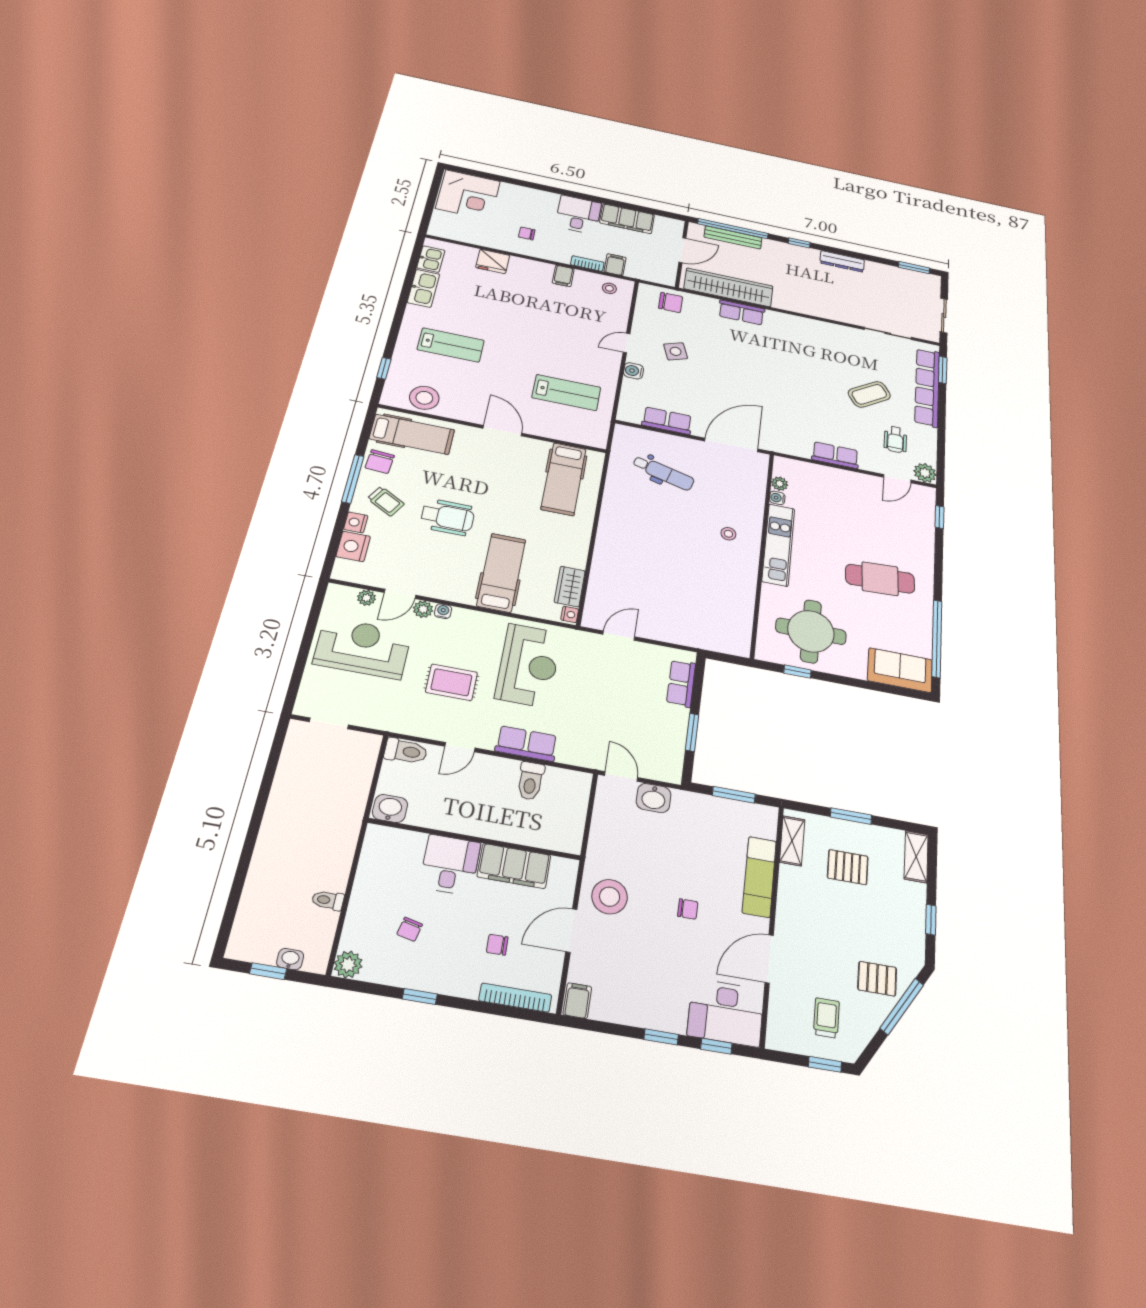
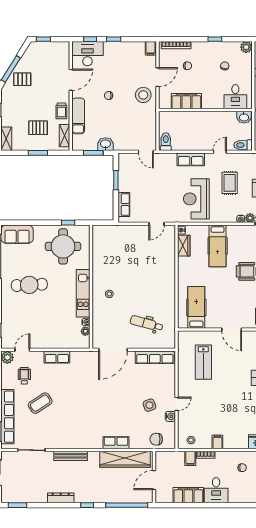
bench: (733, 237) -> (71, 456), moved
water cooler: (633, 371) -> (170, 416), moved
lab bench: (566, 393) -> (203, 362), turned -90
row of seats: (667, 421) -> (155, 357), width x1.48
rug: (452, 682) -> (230, 183), turned 90
toilet: (530, 781) -> (166, 142), moved
washbasin: (654, 798) -> (105, 144), moved
desk: (450, 865) -> (235, 97), moved
trolley: (826, 1018) -> (61, 111), moved

